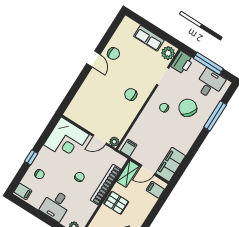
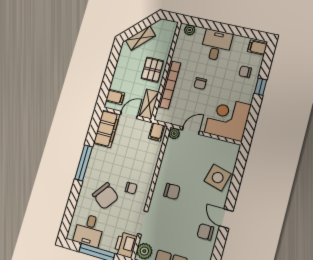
side table: (90, 94) -> (218, 178), added
window: (215, 116) -> (84, 163), moved
pallet: (116, 203) -> (152, 70), turned 90

